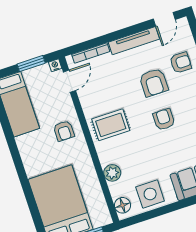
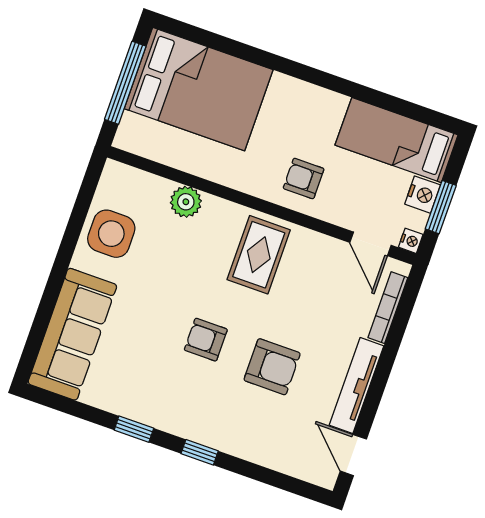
armchair: (181, 63) -> (271, 429), removed
nightstand: (32, 75) -> (423, 195), added
armchair: (154, 82) -> (272, 367), turned 180
armchair: (164, 119) -> (206, 340), turned 180
floor lamp: (123, 205) -> (126, 180), removed

